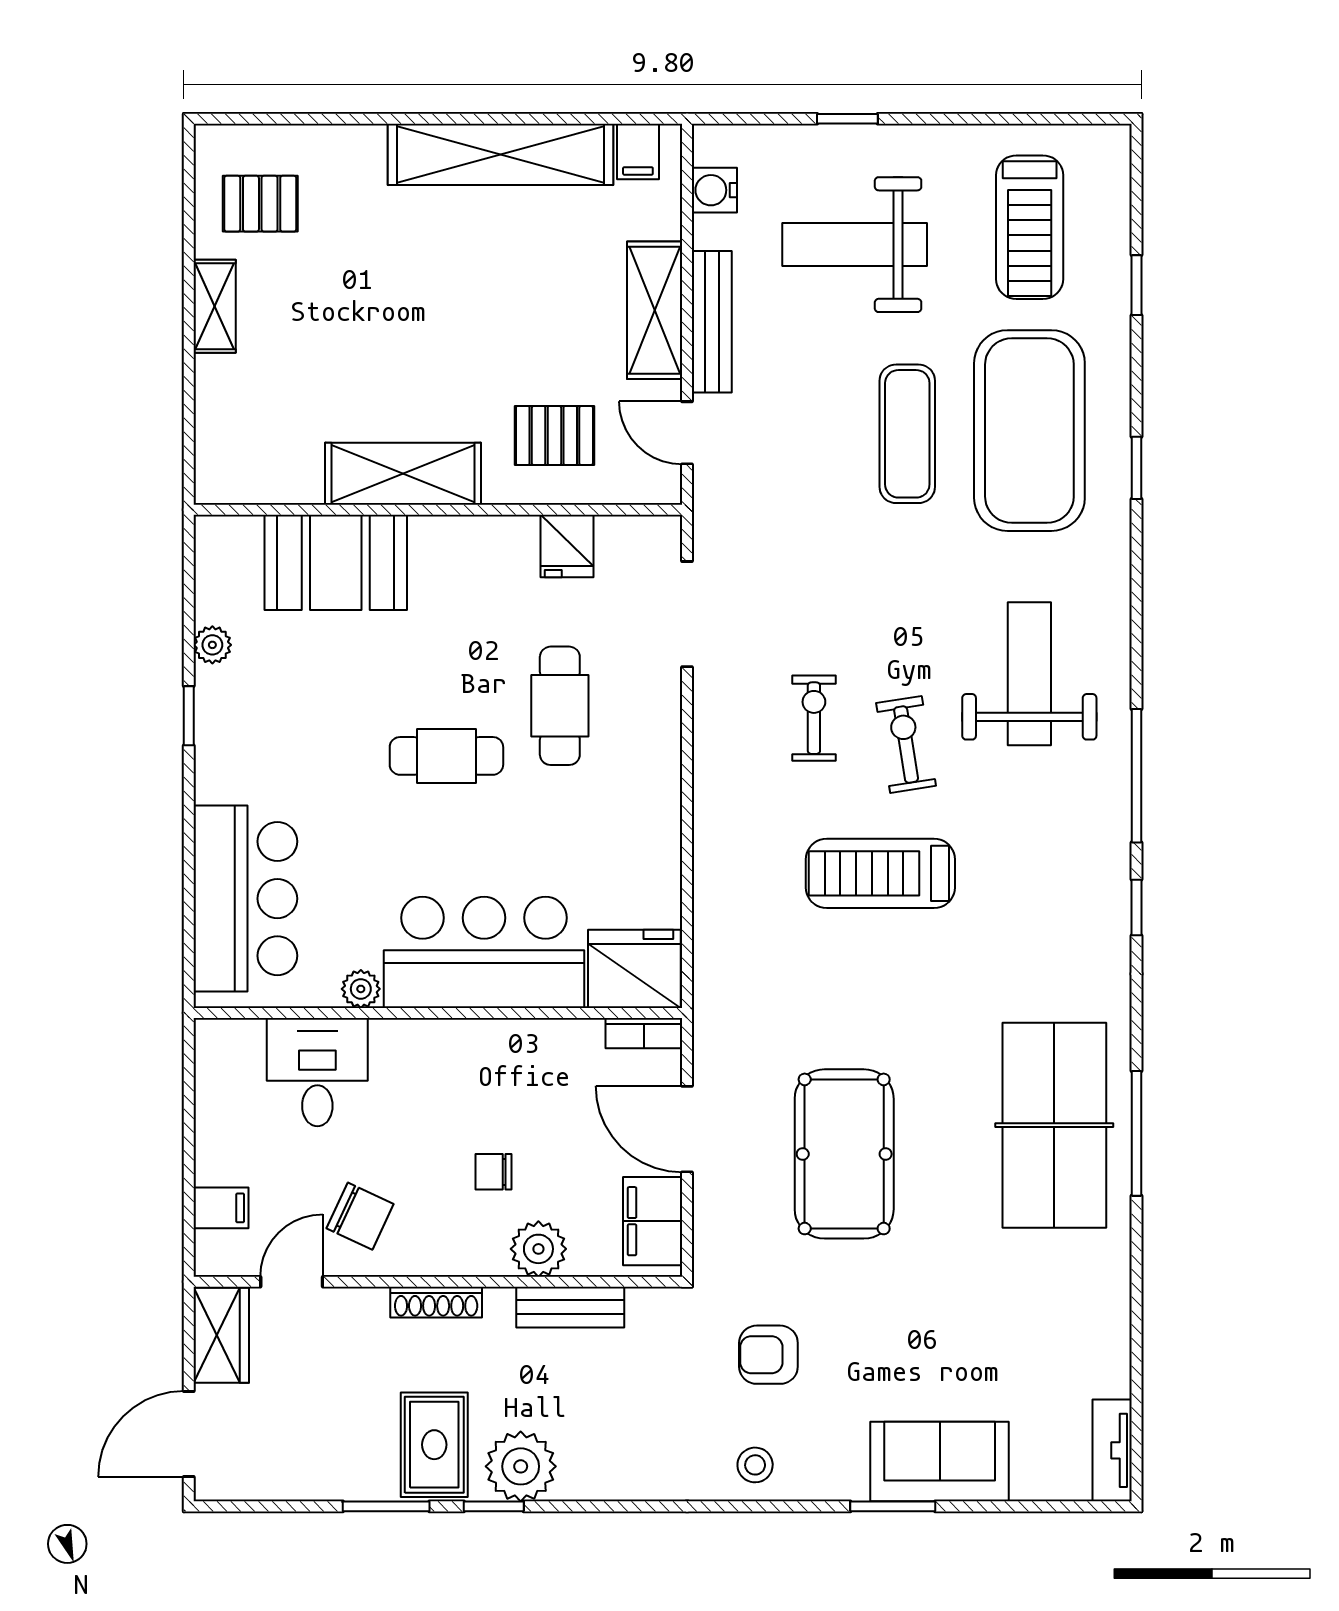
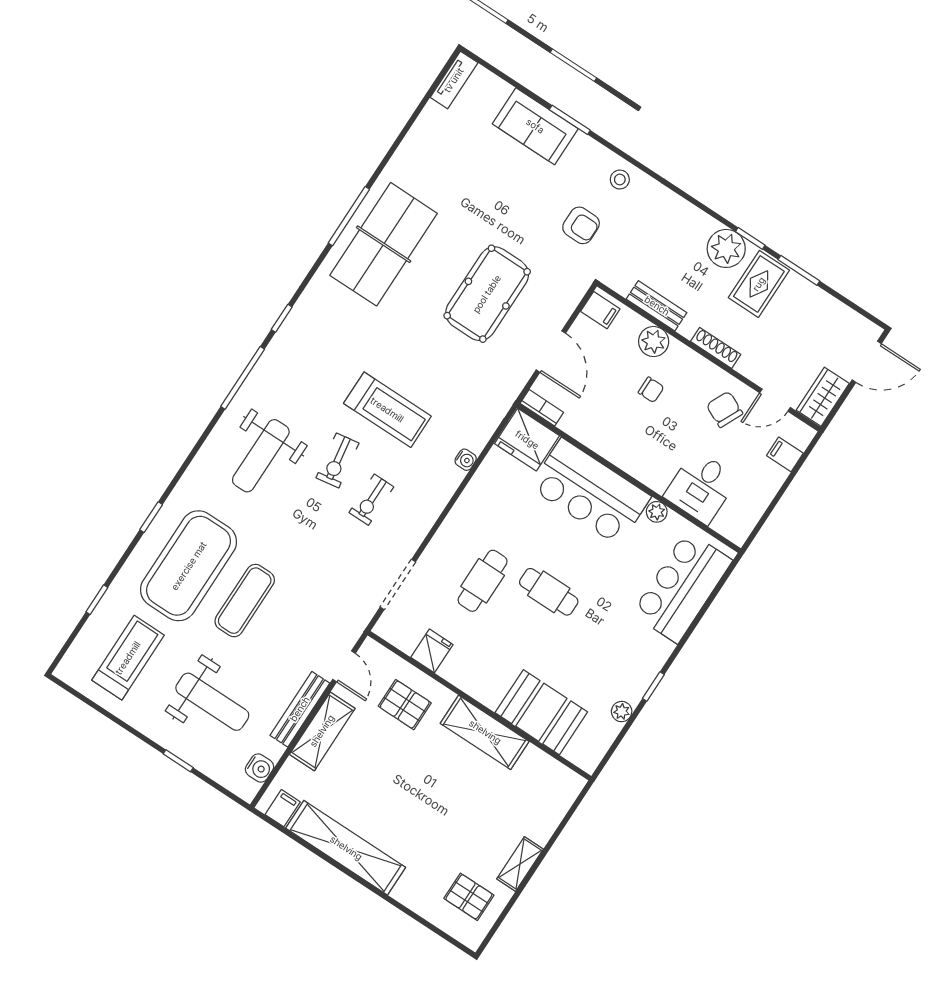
water cooler: (709, 876) -> (466, 460), added
filing cabinet: (653, 1221) -> (600, 310), width x0.50

